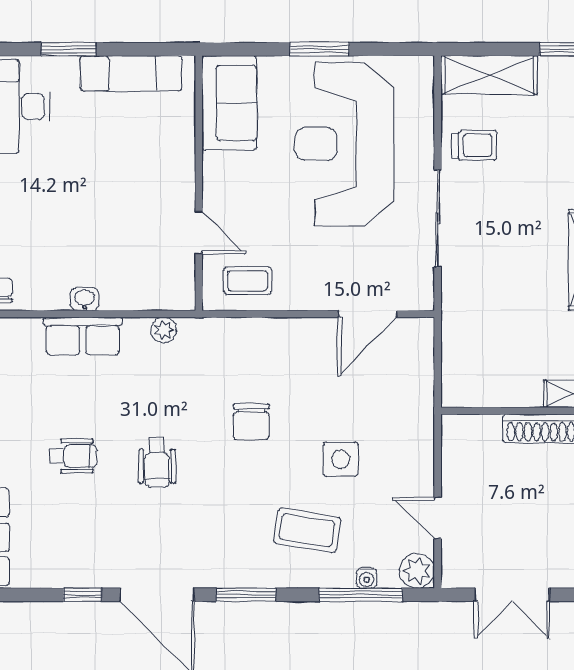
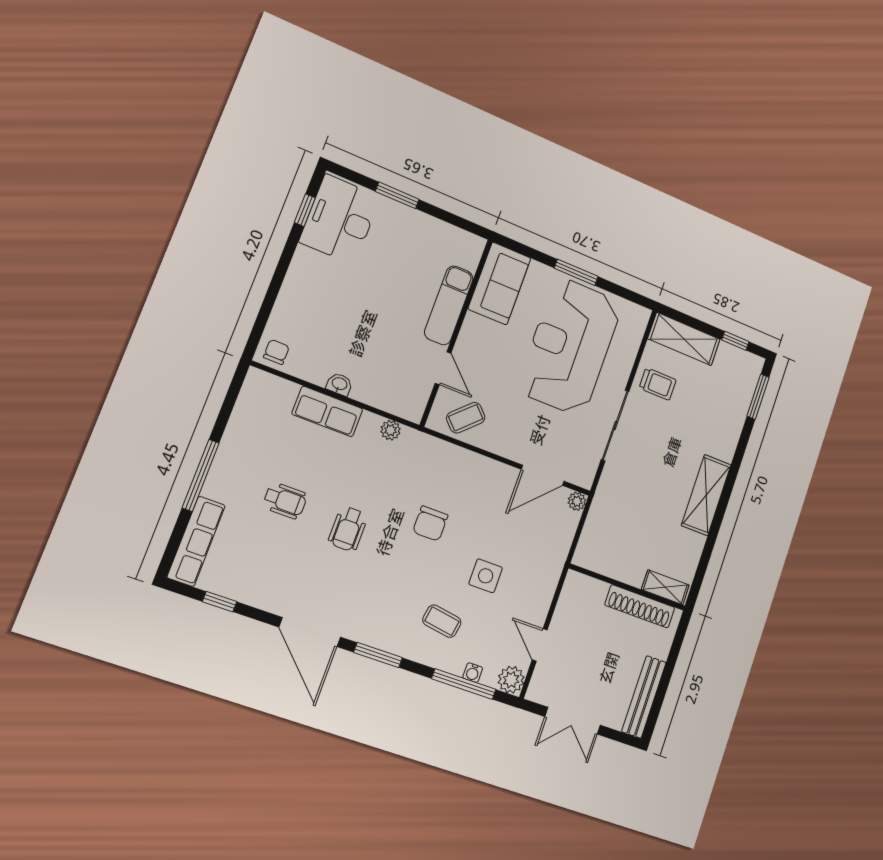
exam couch: (131, 73) -> (449, 305), moved, turned 90
coffee table: (248, 281) -> (466, 418), turned -44
plant: (422, 329) -> (577, 501), added
coffee table: (307, 530) -> (442, 621), width x0.73, depth x0.77
window: (82, 595) -> (220, 602), moved

